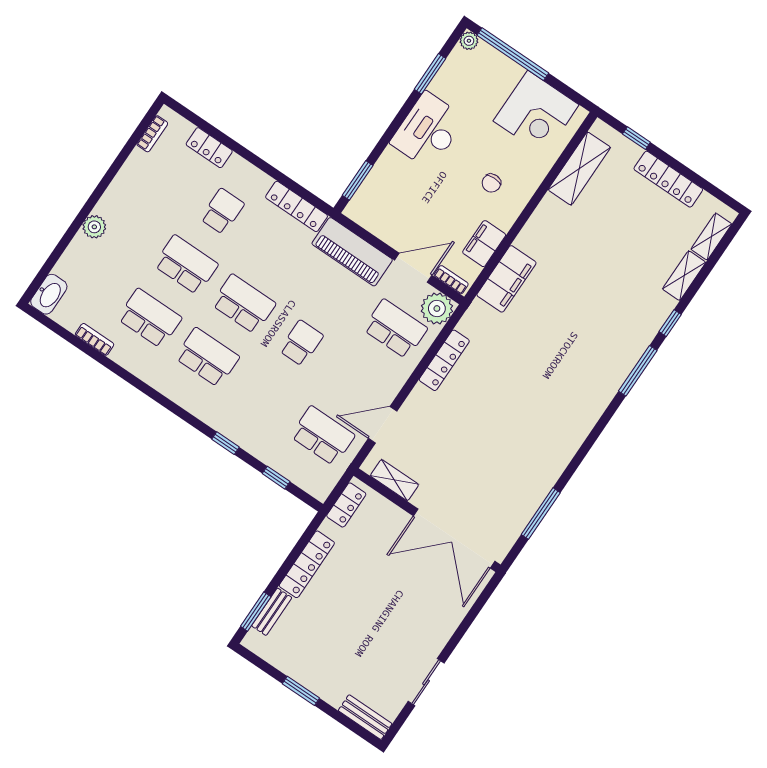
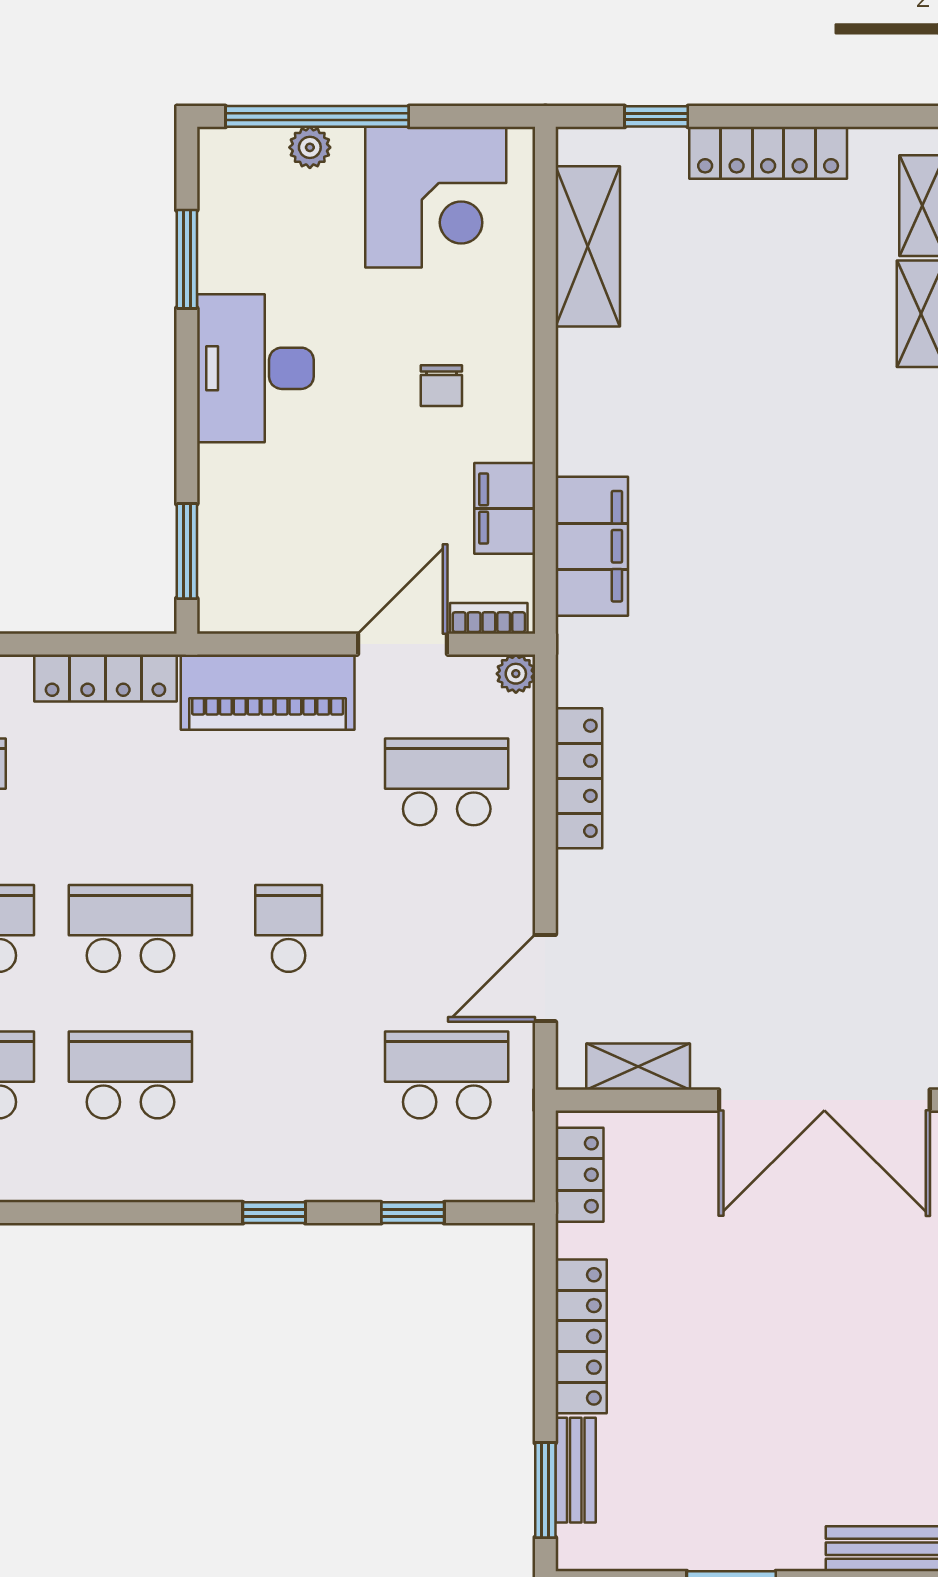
plant: (469, 41) -> (310, 147), moved
plant: (437, 309) -> (516, 674), width x0.53, depth x0.53

